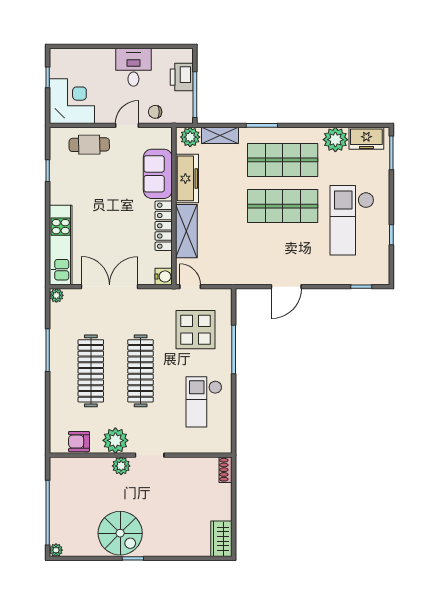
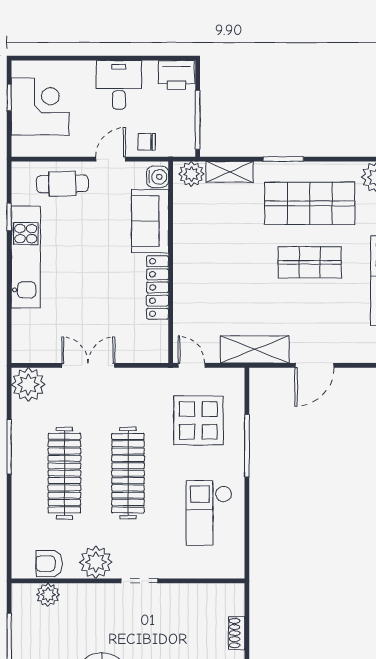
printer: (182, 77) -> (176, 75), moved, turned -90
corner desk: (72, 101) -> (40, 107), moved
freezer: (187, 178) -> (187, 227), removed
shop shelf: (283, 206) -> (310, 262), width x0.70, depth x0.74
shelving: (186, 231) -> (255, 349), moved, turned 90
kitchen unit: (61, 245) -> (26, 257), moved
water cooler: (164, 276) -> (158, 177), moved
double door: (110, 287) -> (88, 365), width x0.73
plant: (56, 295) -> (28, 385), width x1.87, depth x1.87
plant: (121, 466) -> (48, 595), moved
shoe rack: (225, 470) -> (237, 633), moved

